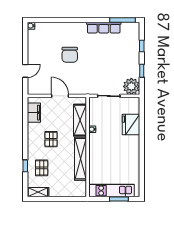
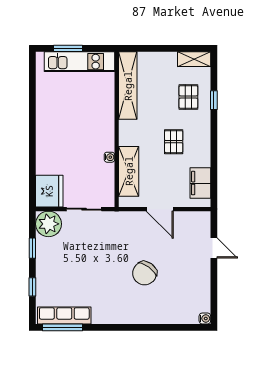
row of seats: (104, 28) -> (64, 316), moved
chair: (70, 55) -> (145, 273), turned -144
door: (25, 71) -> (214, 248), swing flipped
fridge: (131, 124) -> (49, 191), moved
shelving: (81, 159) -> (128, 86), moved

